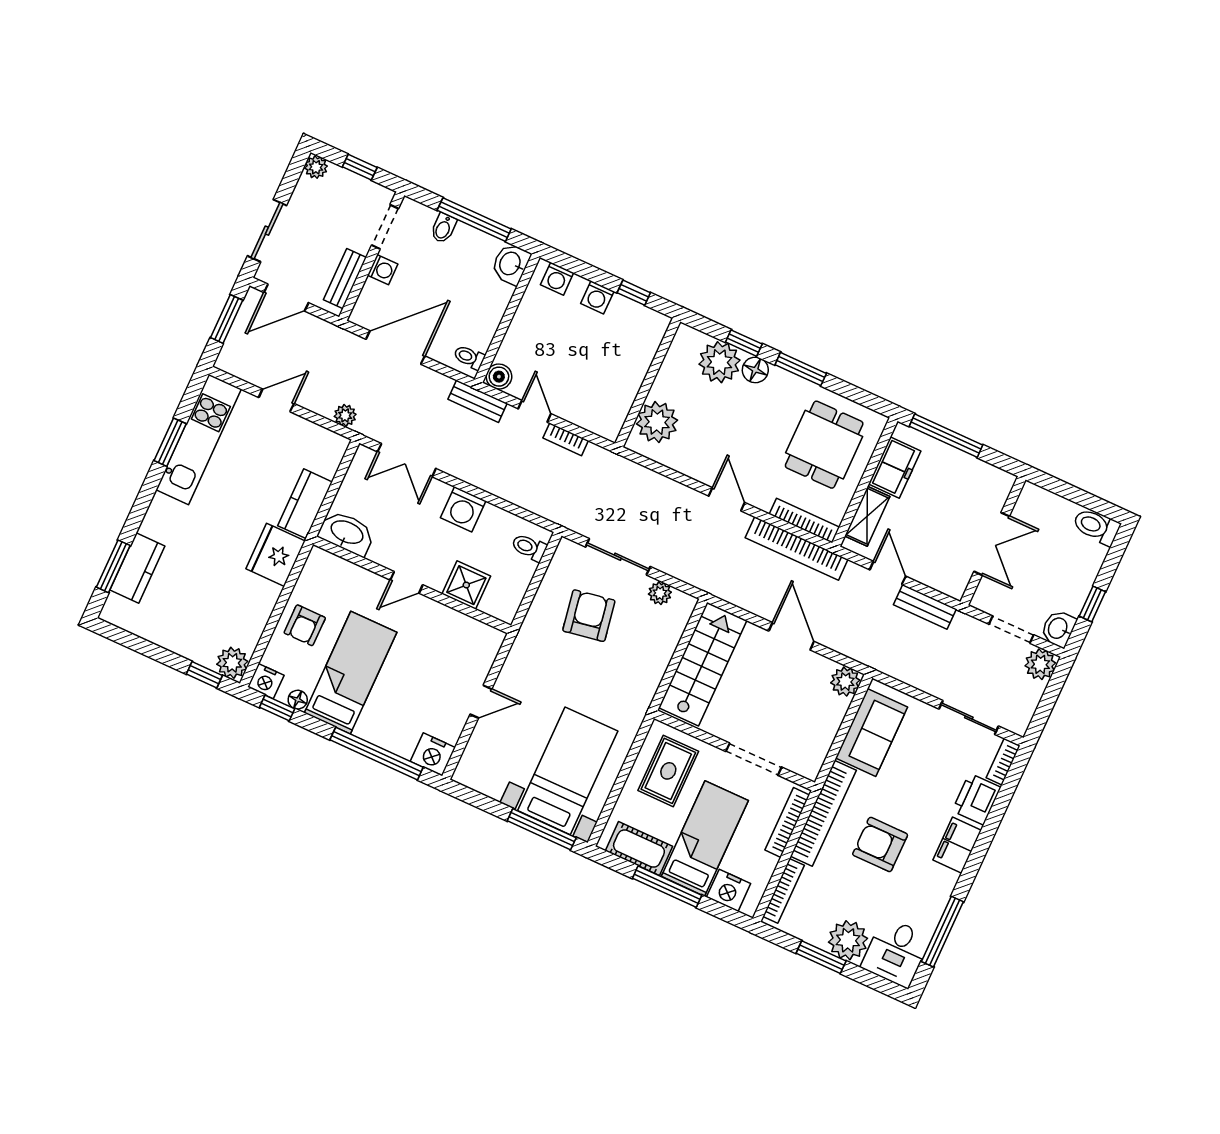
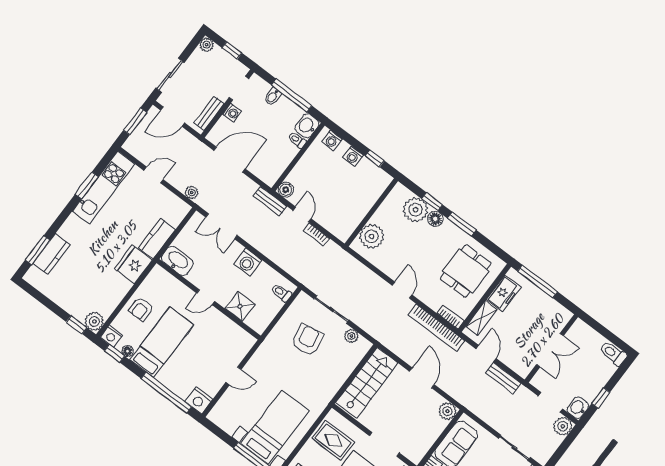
toilet: (469, 357) -> (297, 140), moved
bookcase: (804, 521) -> (450, 317), width x0.64
rug: (668, 771) -> (333, 440), turned 90

